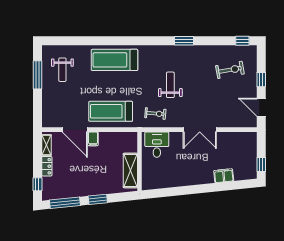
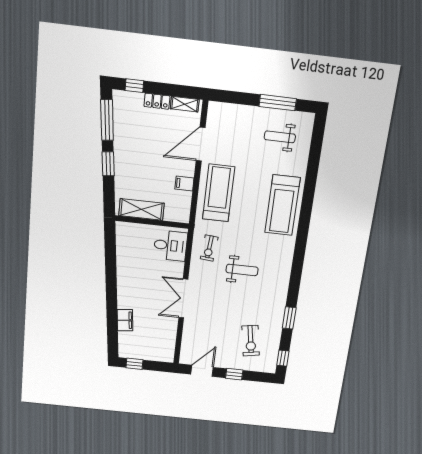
window: (184, 41) -> (289, 318), moved
treadmill: (114, 60) -> (282, 205), turned 180
filing cabinet: (93, 139) -> (184, 184), moved

